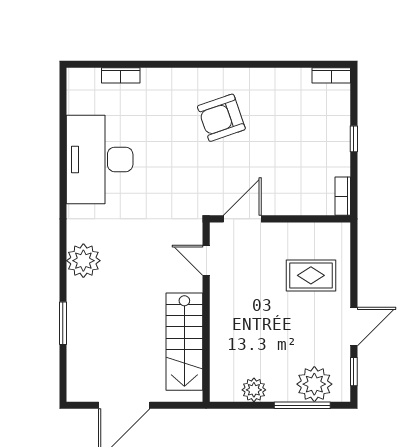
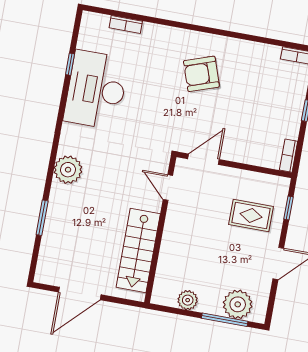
window: (63, 135) -> (70, 64), added
window: (354, 372) -> (288, 208), moved

